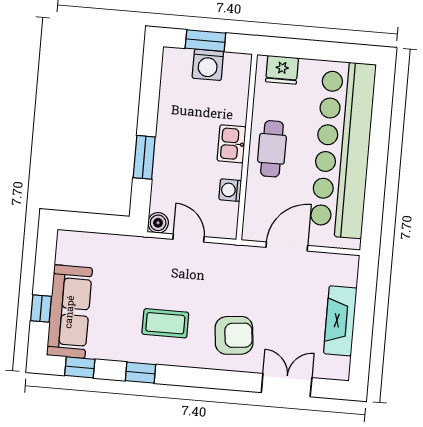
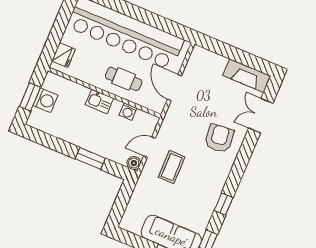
cafe table: (272, 149) -> (124, 79), moved
fireplace: (340, 321) -> (247, 76), moved
coffee table: (165, 323) -> (172, 167), moved

